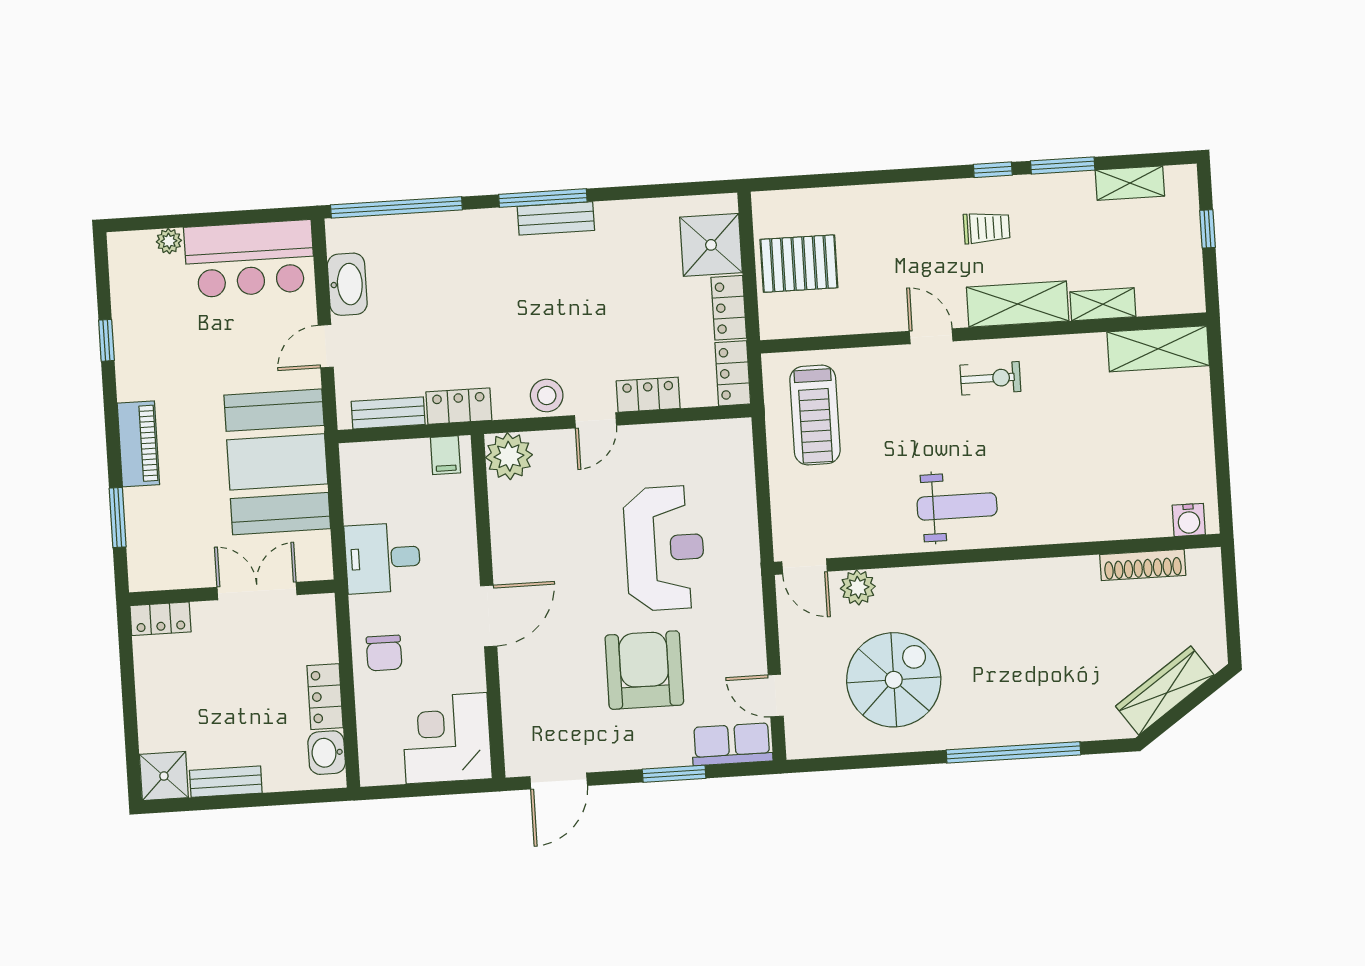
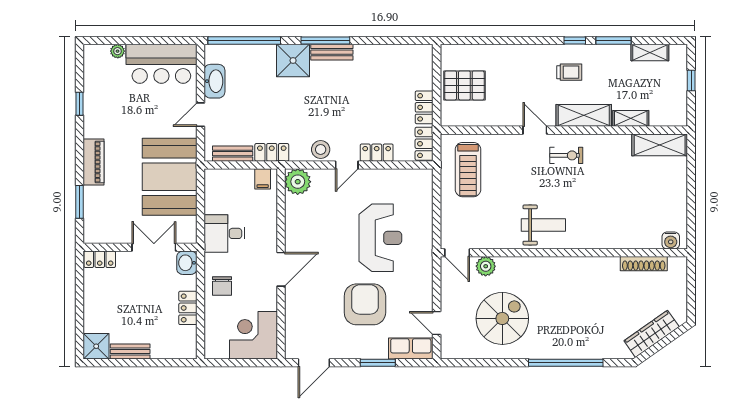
shower: (711, 245) -> (293, 60), moved
washbasin: (327, 753) -> (187, 263), moved

